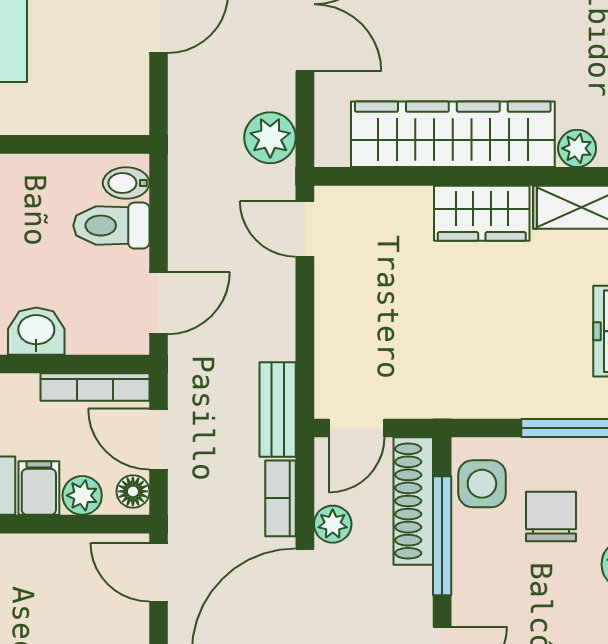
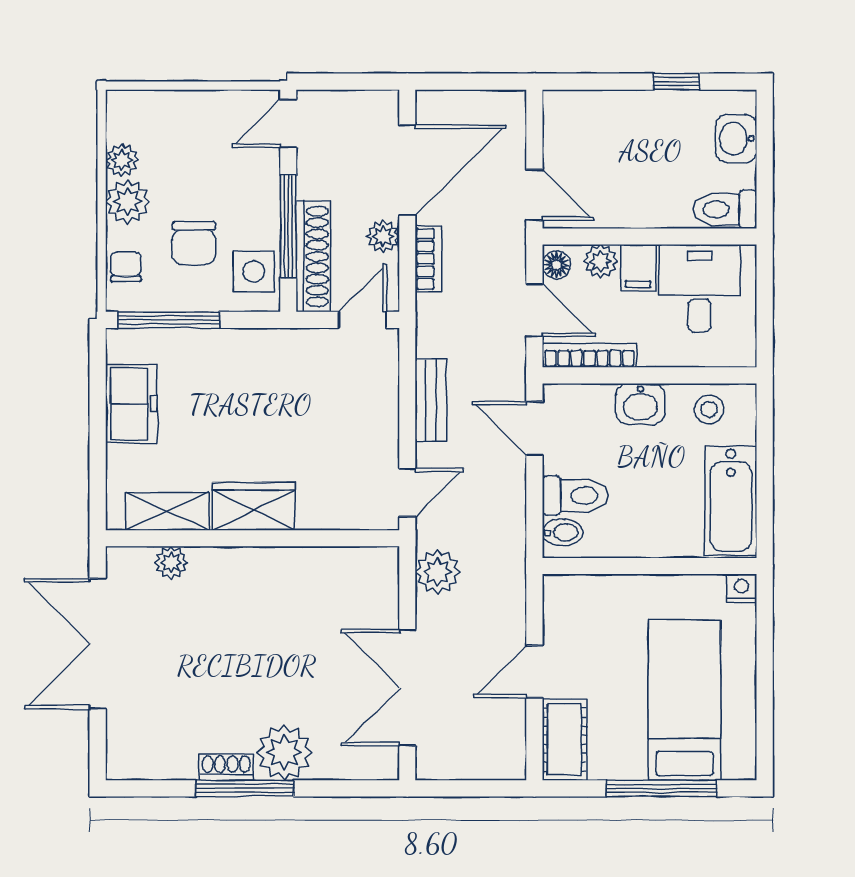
wardrobe: (453, 134) -> (279, 575), removed
door: (305, 229) -> (407, 493), hinge flipped
door: (158, 303) -> (534, 428), hinge flipped
bench: (278, 409) -> (431, 400), moved

